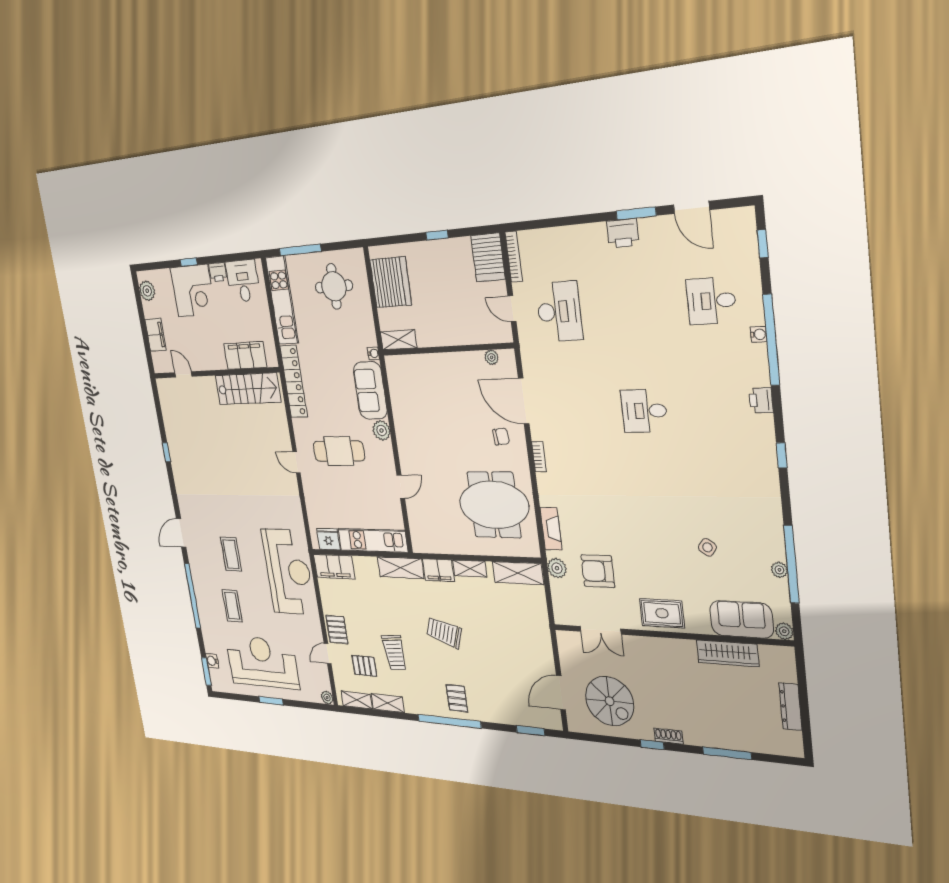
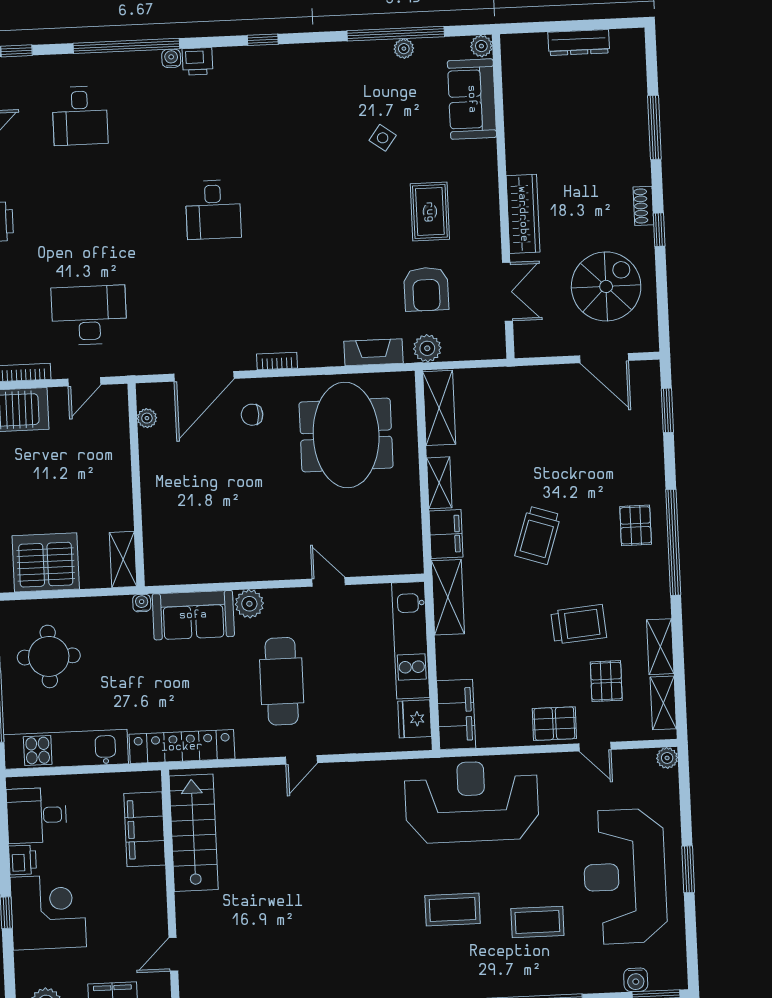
water cooler: (759, 334) -> (171, 58), moved
chair: (501, 437) -> (252, 415), turned -84
rug: (662, 613) -> (430, 212), moved
wardrobe: (727, 653) -> (523, 214), moved
pallet: (457, 698) -> (636, 525), turned 90

